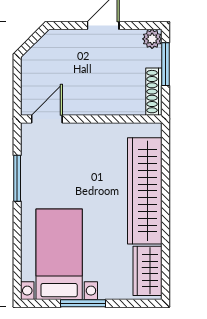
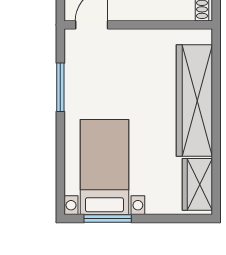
window: (83, 303) -> (108, 219), moved

